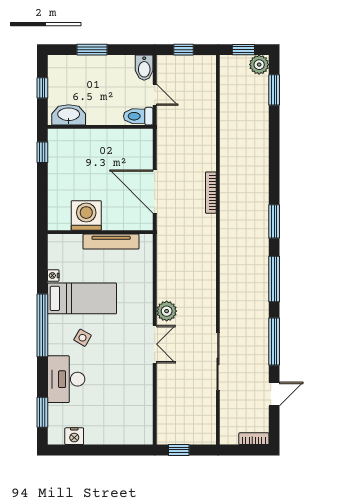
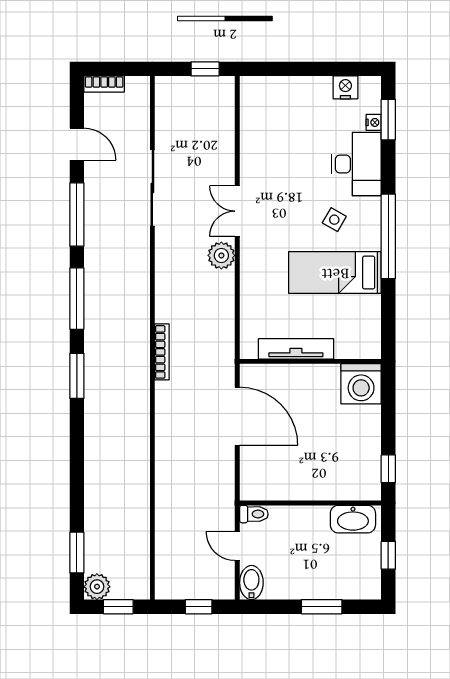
toilet: (138, 116) -> (254, 514), width x0.73, depth x0.72
bookcase: (211, 193) -> (162, 352), moved
washing machine: (86, 216) -> (361, 384), moved
nightstand: (53, 276) -> (374, 122), moved
door: (274, 394) -> (77, 144), swing flipped

